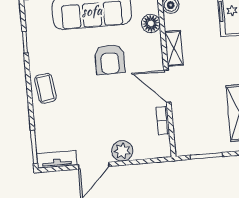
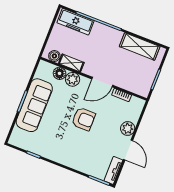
plant: (152, 45) -> (72, 79), added
shelving: (174, 48) -> (71, 63), moved
armchair: (110, 59) -> (83, 119), moved
coffee table: (45, 88) -> (67, 156), removed

